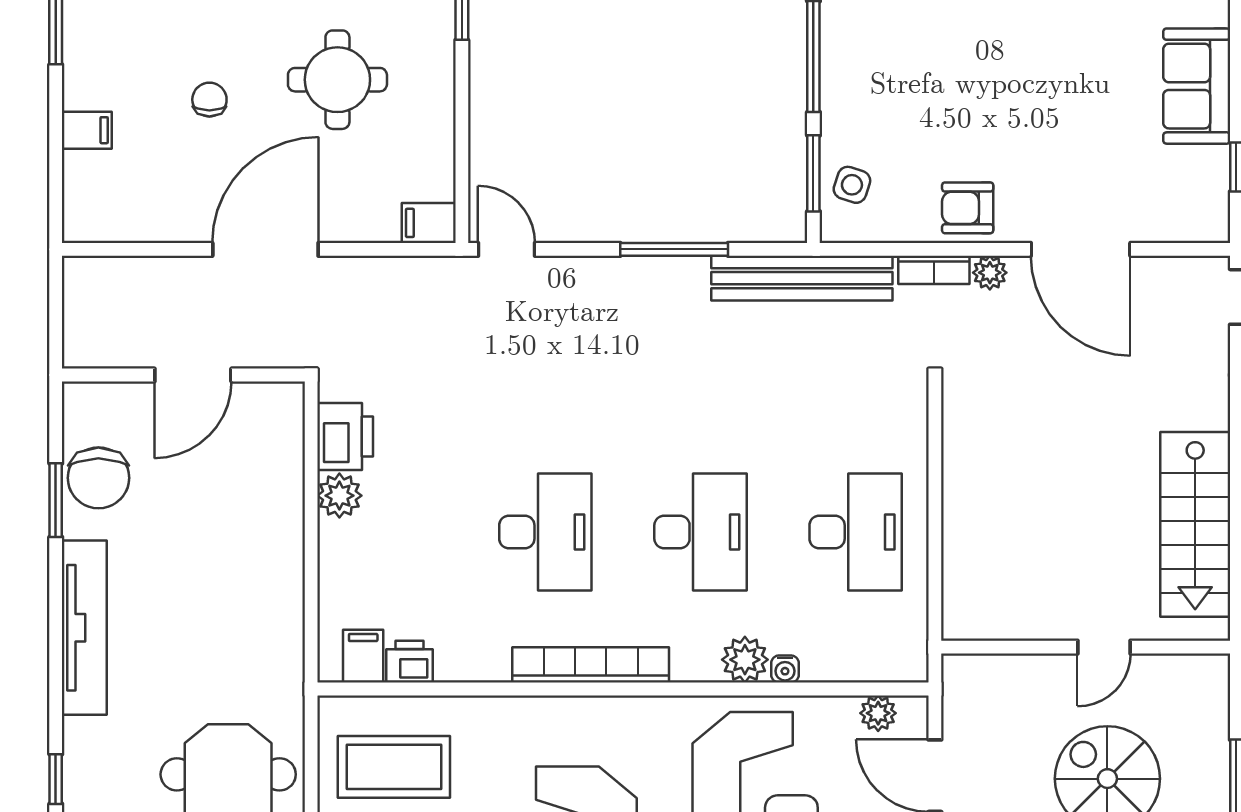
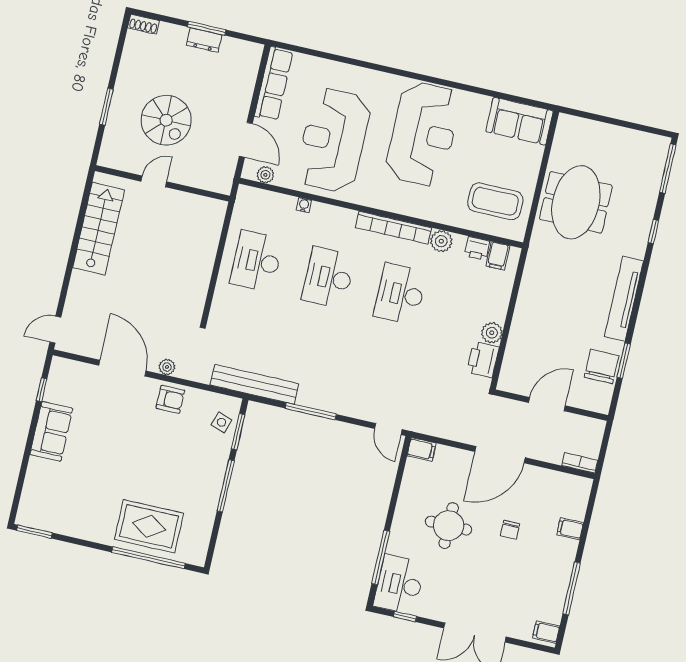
bookcase: (934, 270) -> (580, 463), moved
plant: (745, 660) -> (441, 241), moved

